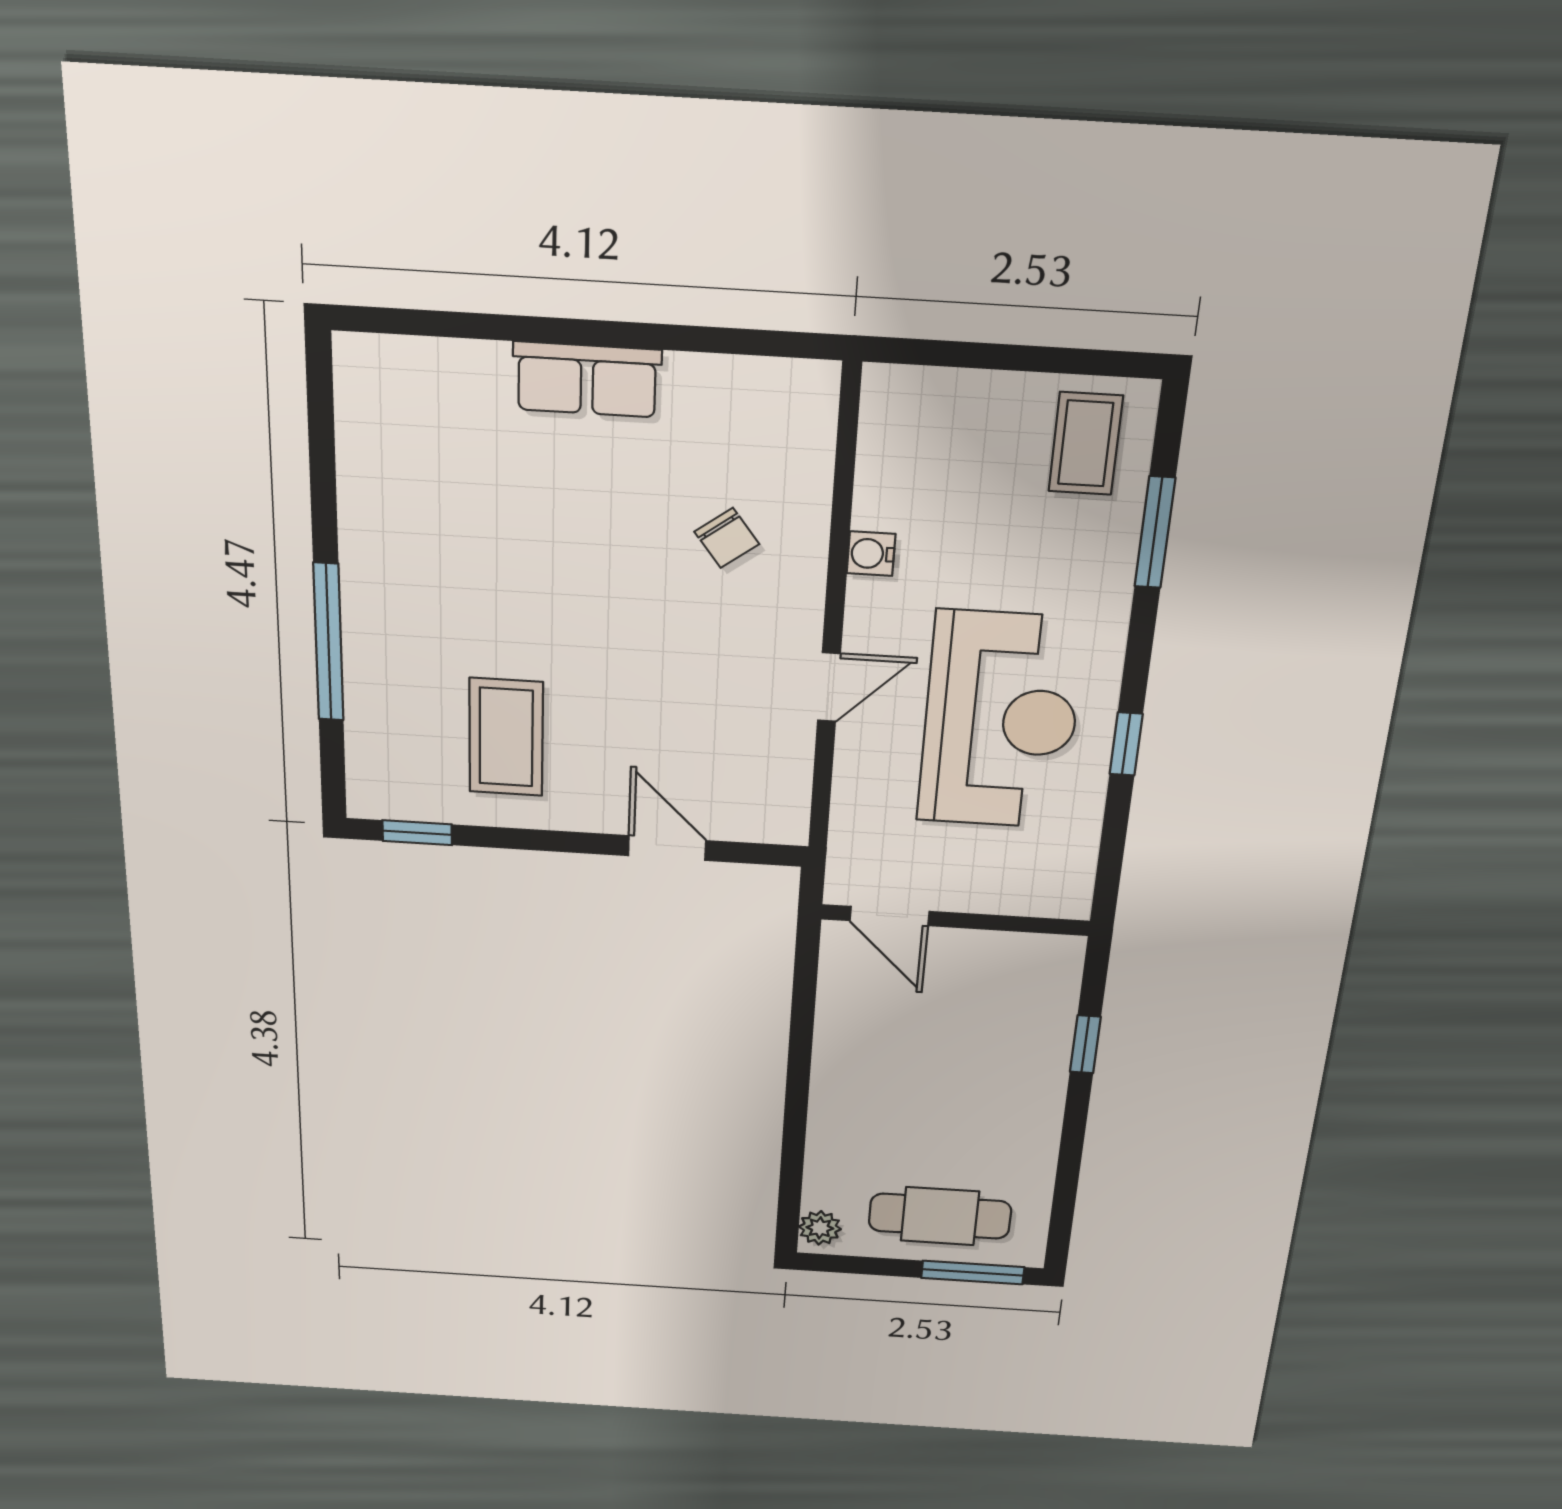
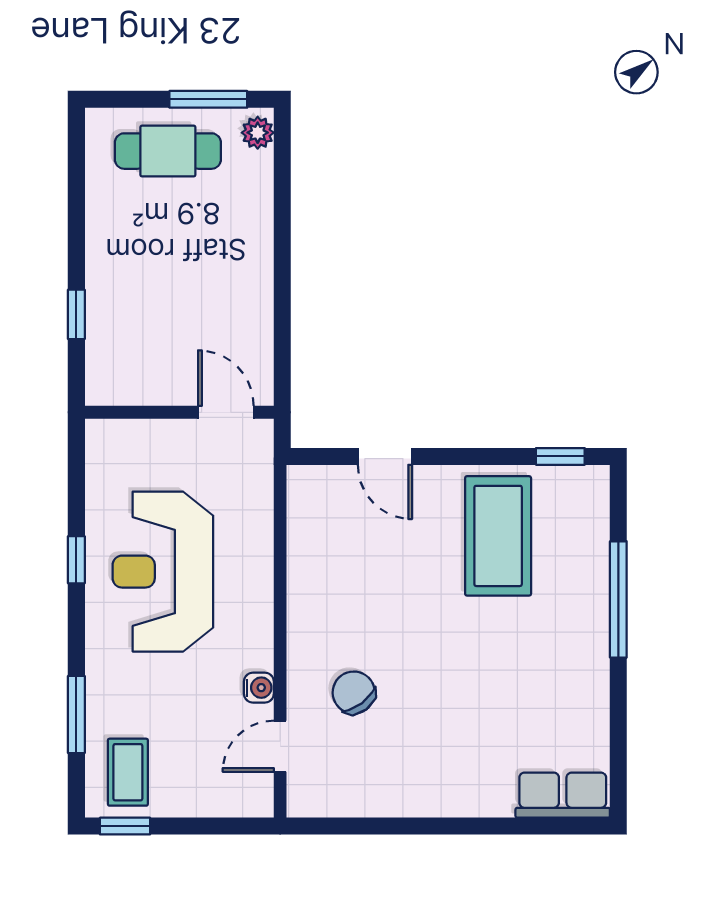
window: (1100, 363) -> (125, 826), added
row of seats: (587, 380) -> (563, 795), moved
chair: (727, 538) -> (354, 693), width x1.37, depth x1.37
door: (829, 687) -> (280, 746), moved
coffee table: (506, 737) -> (498, 536), width x1.36, depth x1.32
window: (973, 1272) -> (208, 99), moved

